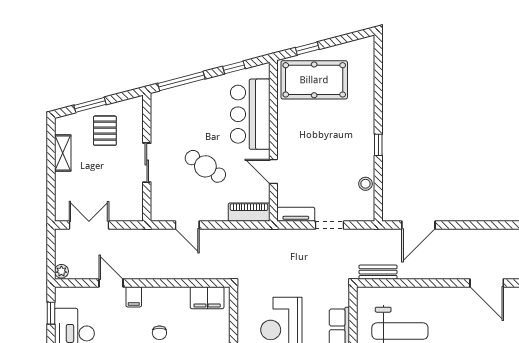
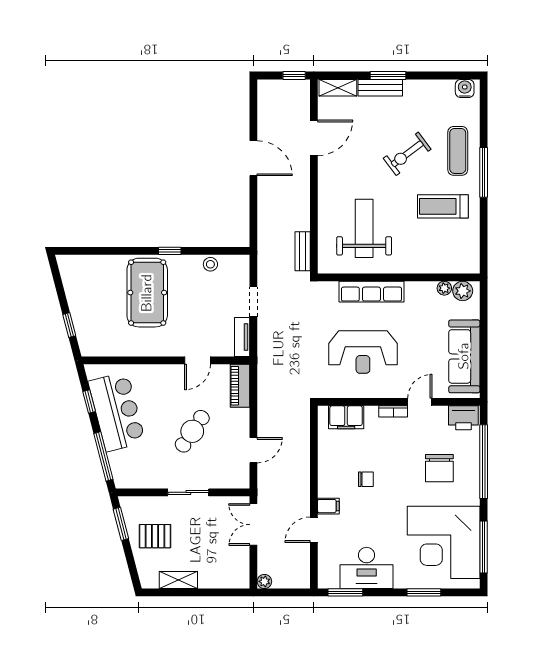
pool table: (314, 80) -> (147, 293), moved
window: (90, 105) -> (121, 524), moved
bar counter: (250, 114) -> (117, 412), moved, turned -105
double door: (89, 225) -> (253, 525), moved
door: (418, 225) -> (253, 158), moved
plant: (61, 271) -> (264, 581), moved
filing cabinet: (207, 298) -> (346, 417), moved, turned 90
window: (51, 313) -> (345, 592), width x1.50

